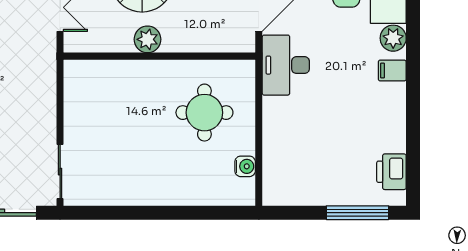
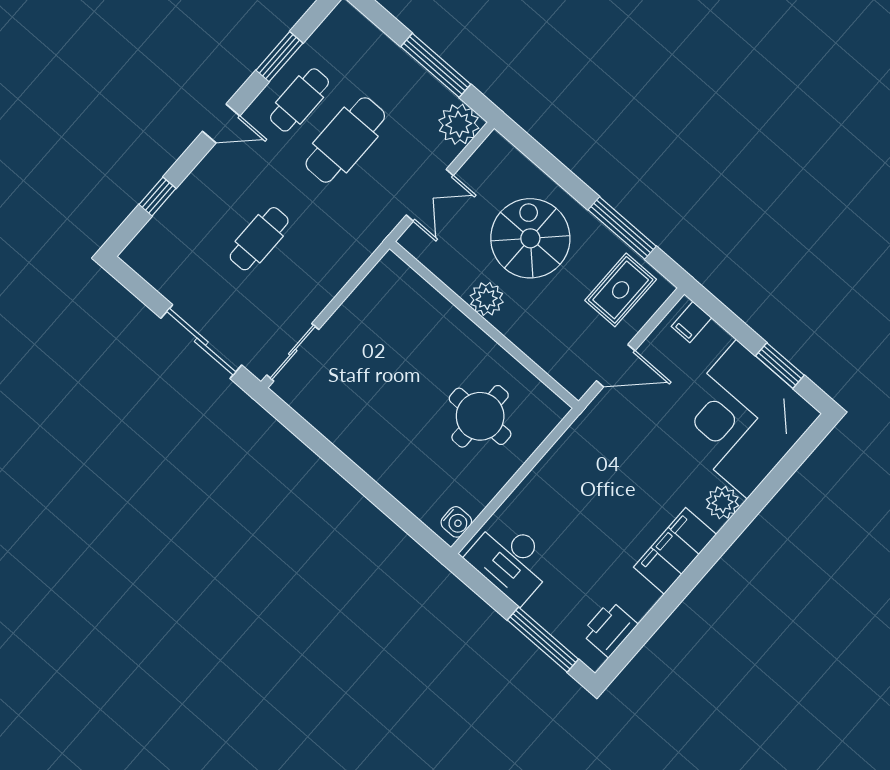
desk: (286, 65) -> (511, 560), moved, turned -90
filing cabinet: (392, 71) -> (675, 551), width x3.00, depth x1.17
water cooler: (245, 166) -> (456, 522), moved

